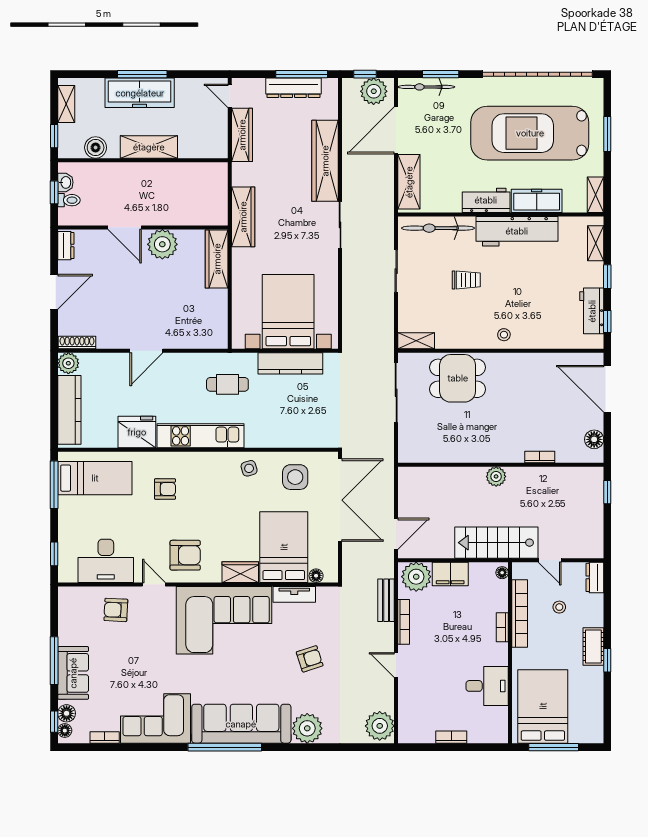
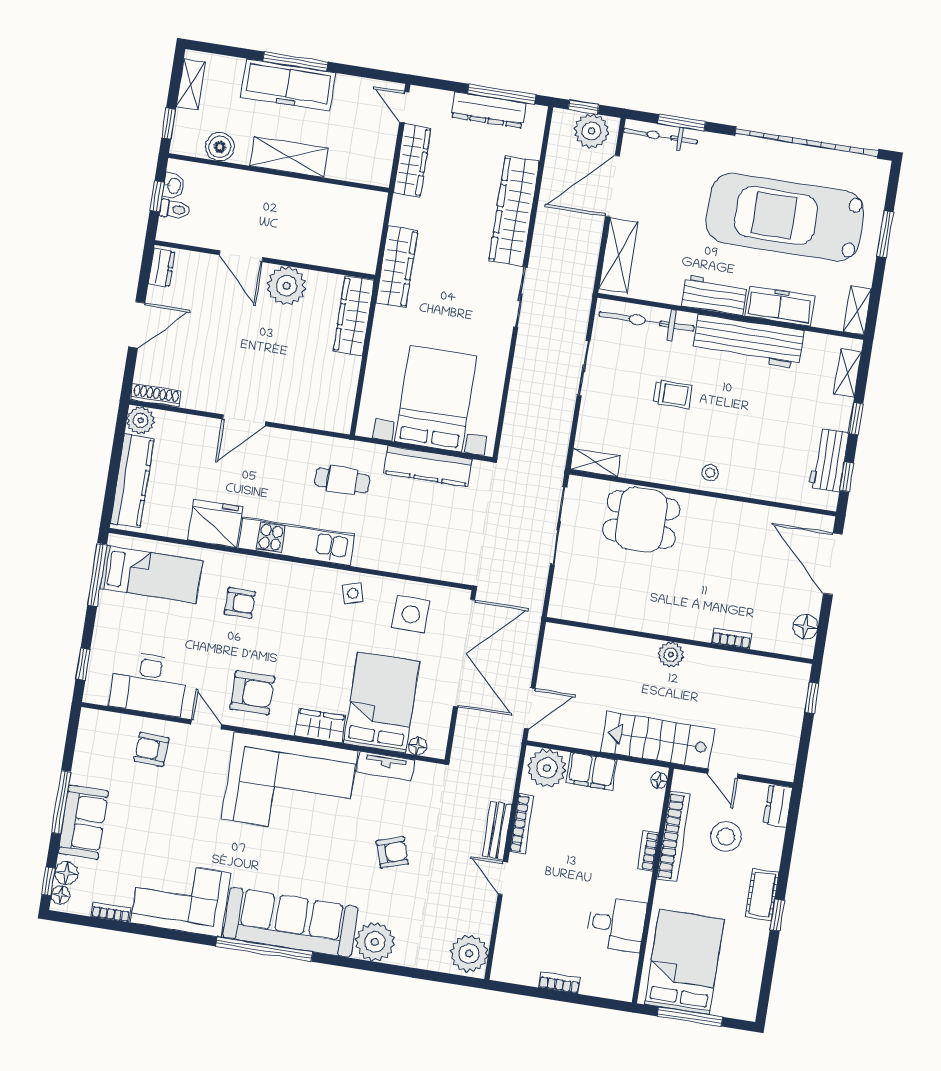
bench: (386, 600) -> (497, 830), moved
stool: (559, 607) -> (726, 837), width x1.89, depth x1.89

